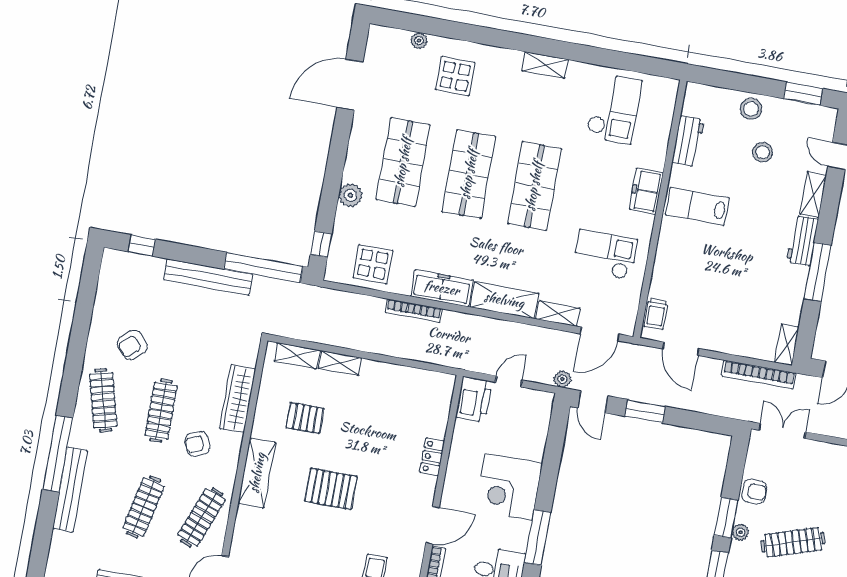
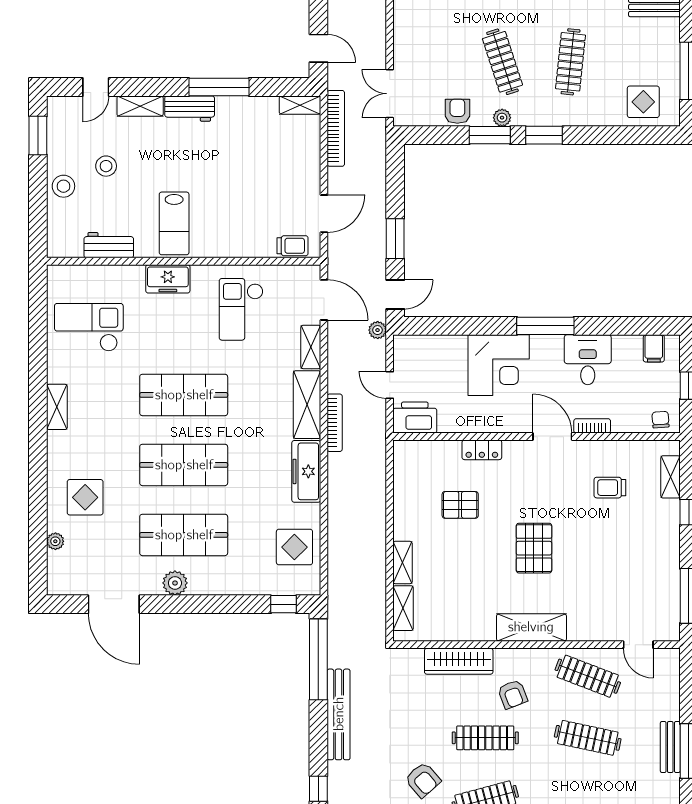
plant: (350, 195) -> (175, 583), moved
bookcase: (414, 311) -> (335, 423), moved
pallet: (305, 418) -> (460, 505), moved, turned 90

